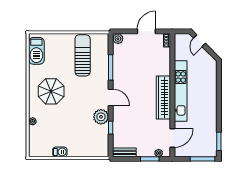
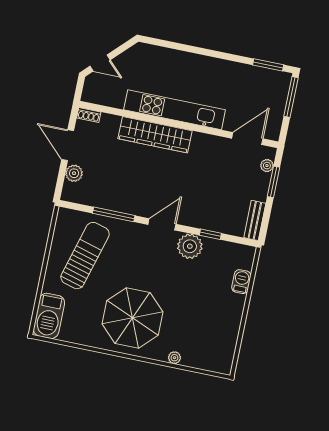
plant: (118, 39) -> (74, 173), moved
barbecue: (36, 51) -> (49, 316), moved, turned 90
sun lounger: (83, 55) -> (85, 256), turned 106
parasol: (51, 91) -> (132, 318), width x1.36, depth x1.36
wardrobe: (163, 98) -> (155, 135), moved
door: (172, 138) -> (247, 139), hinge flipped
barbecue: (60, 152) -> (241, 282), moved

